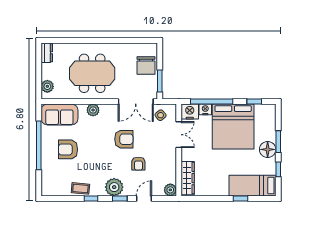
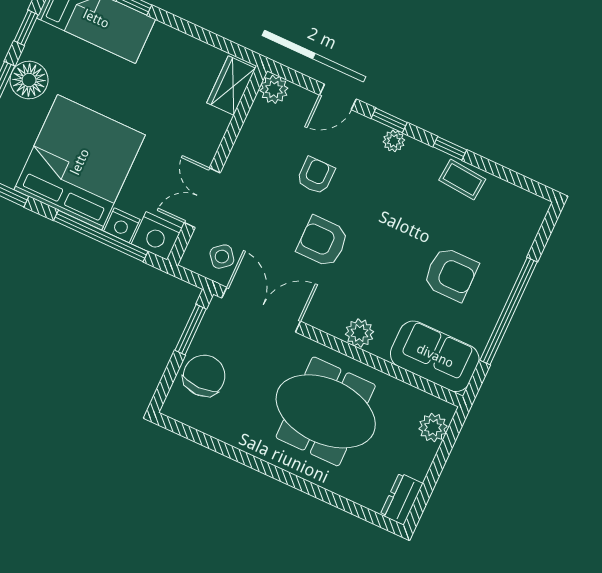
wardrobe: (188, 178) -> (231, 86), width x0.67
plant: (114, 187) -> (394, 141), width x0.53, depth x0.53

